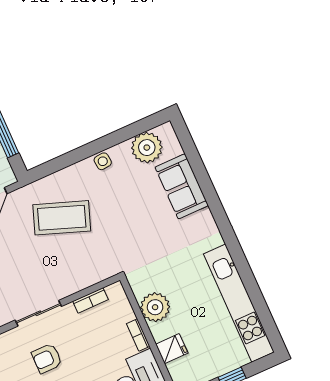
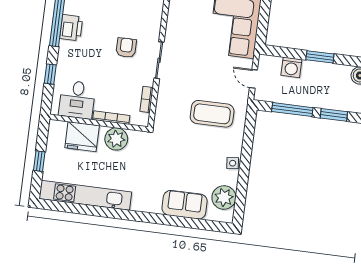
coffee table: (62, 218) -> (212, 114), turned 70
bookcase: (138, 335) -> (111, 118), width x1.56
fridge: (172, 349) -> (82, 137), width x1.88, depth x1.34

